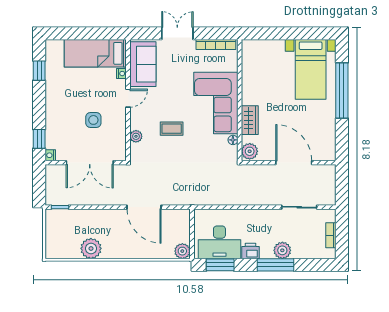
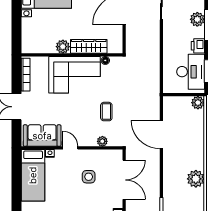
wardrobe: (250, 120) -> (89, 46), width x1.50
coffee table: (172, 129) -> (106, 112), moved
plant: (250, 151) -> (63, 47), moved
door: (144, 207) -> (161, 135), swing flipped

